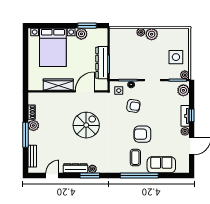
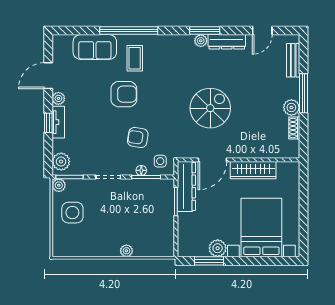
plant: (152, 34) -> (110, 248), removed
dresser: (102, 63) -> (186, 186), moved
spiral stairs: (86, 125) -> (210, 108), turned 180

